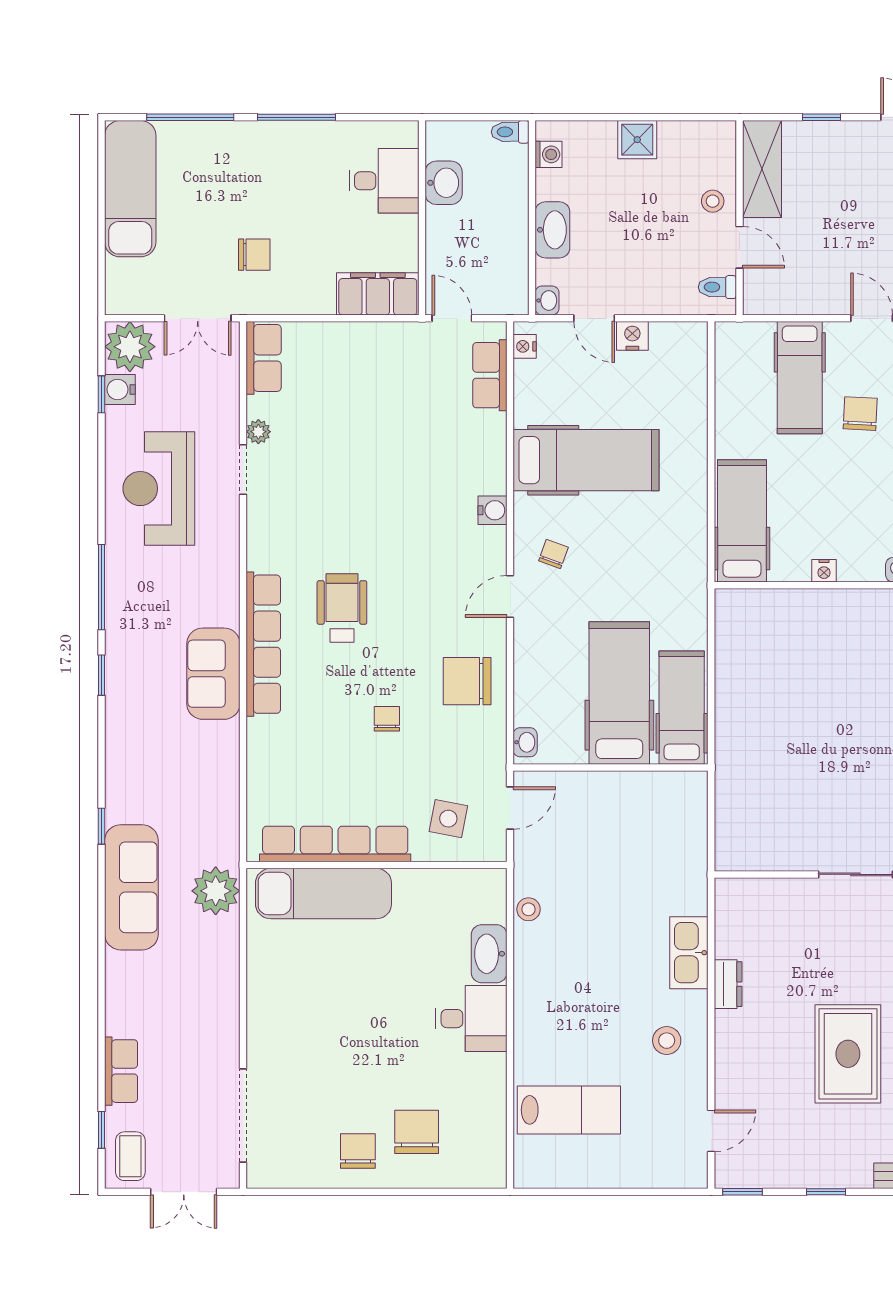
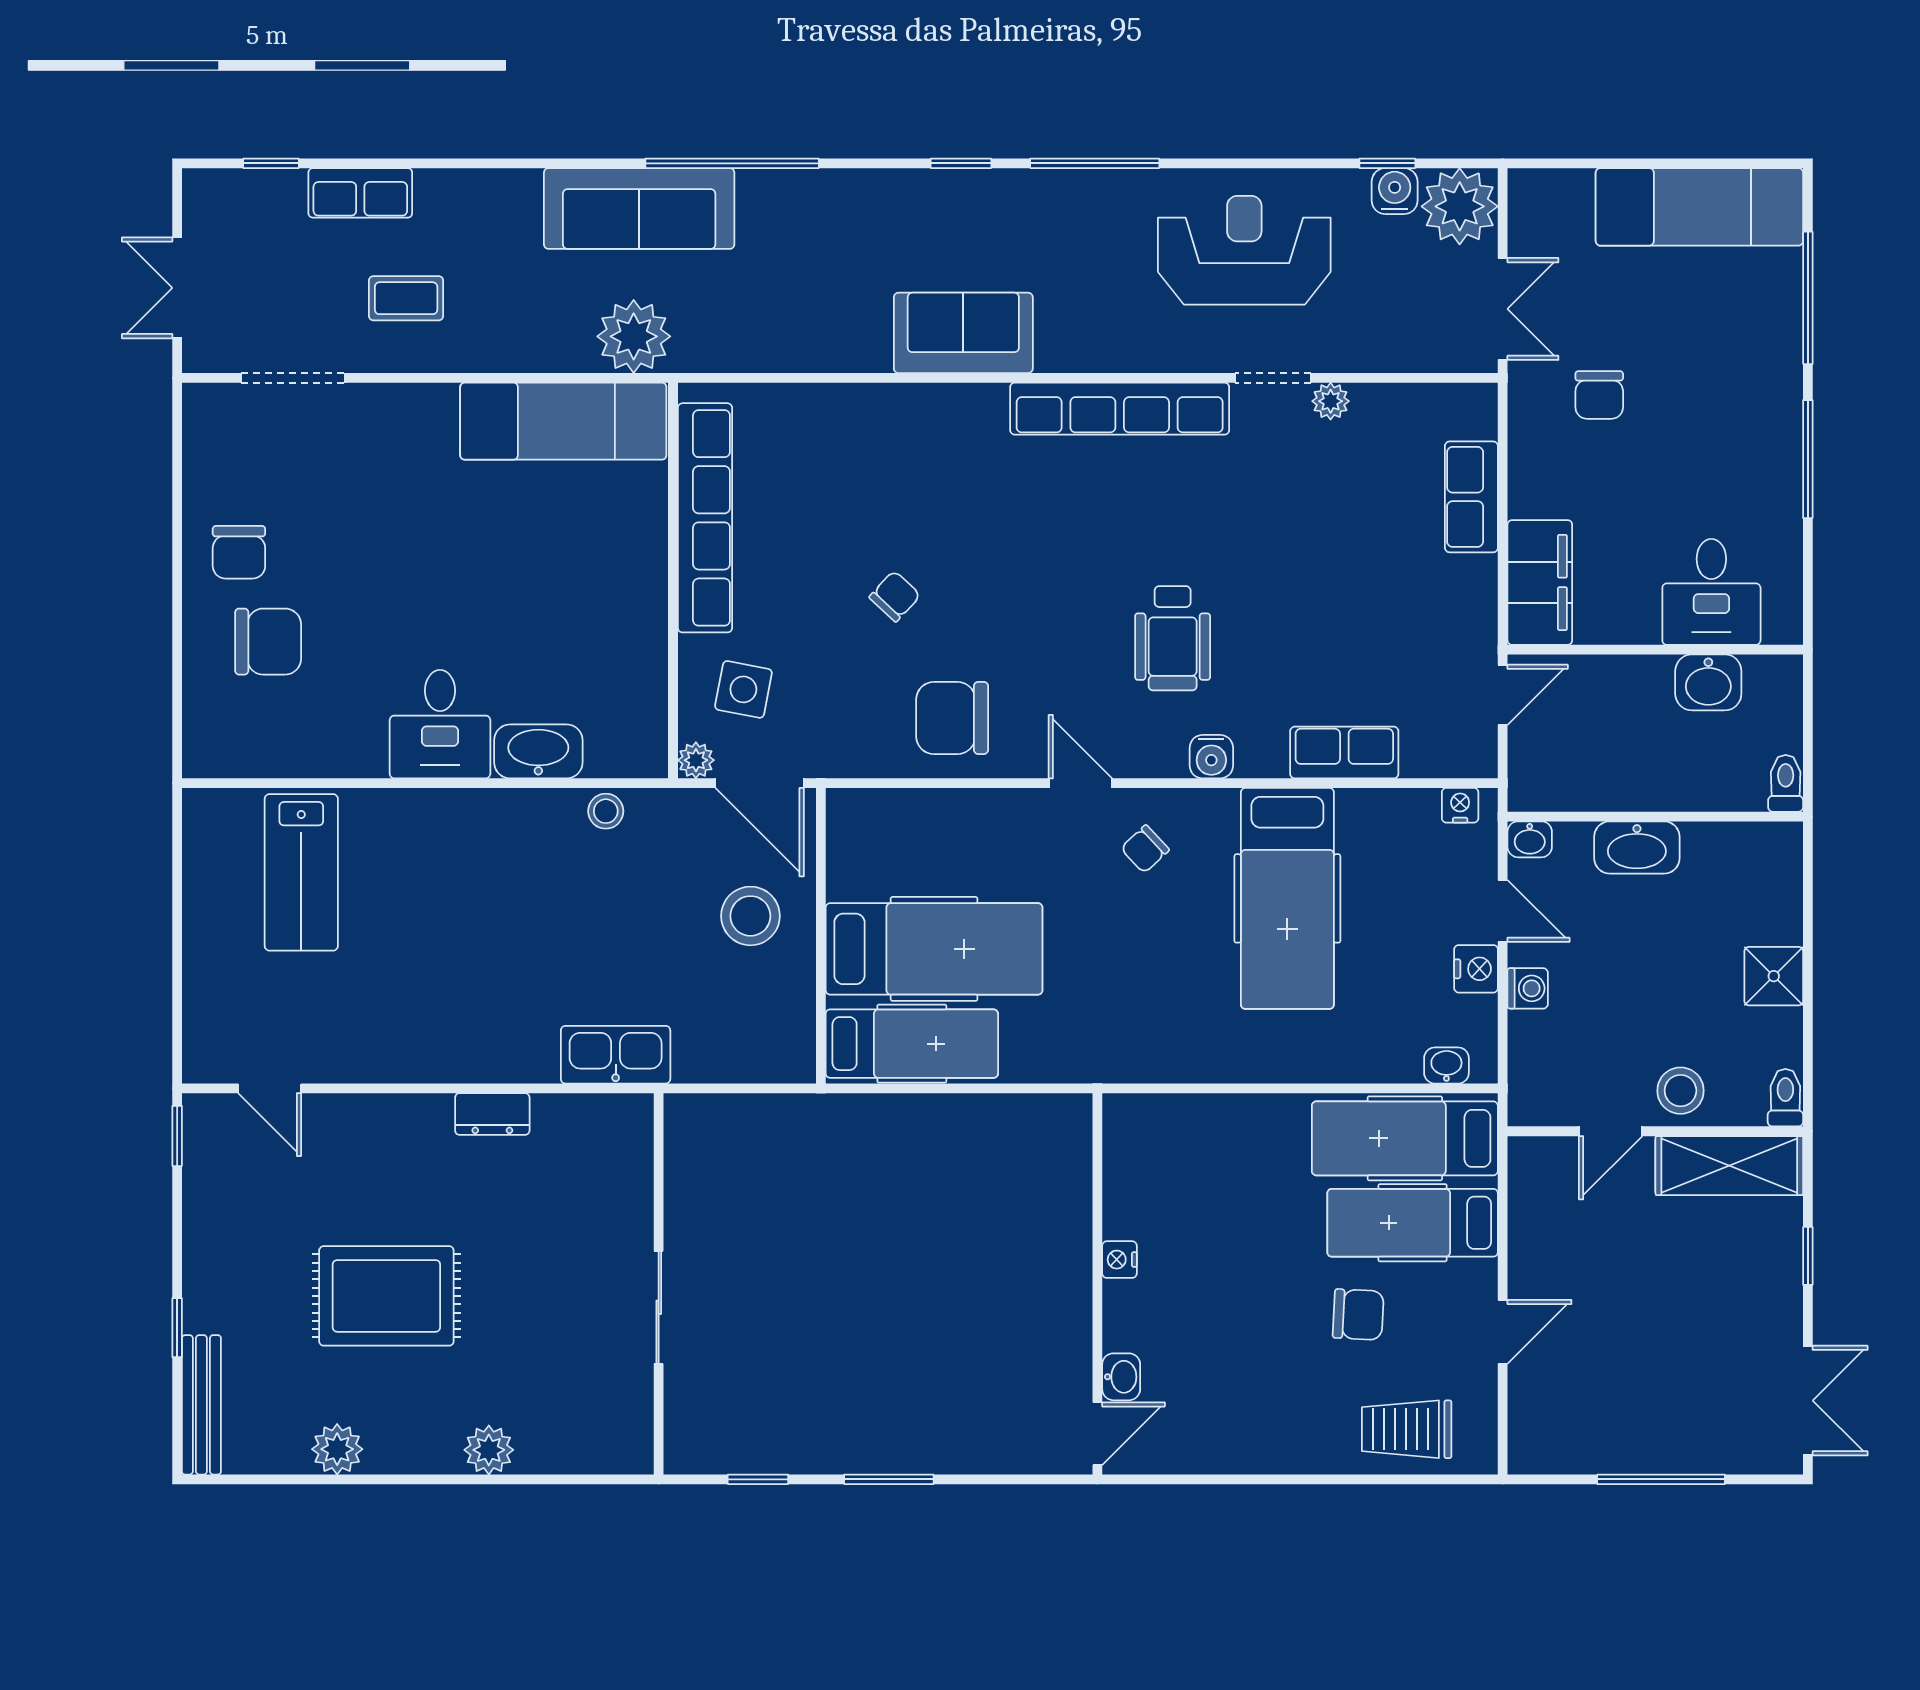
washing machine: (548, 154) -> (1528, 988), moved, turned -90
stool: (713, 201) -> (1680, 1091), width x1.37, depth x1.37
toilet: (717, 287) -> (1785, 1098), moved
double door: (198, 318) -> (1503, 309), swing flipped
door: (594, 318) -> (1503, 911), swing flipped
row of seats: (264, 358) -> (1471, 497), moved, turned 90
row of seats: (490, 375) -> (1344, 753), moved
hospital bed: (742, 521) -> (1405, 1138), moved, turned 180
chair: (553, 554) -> (1145, 849), turned 117
wheelchair: (342, 608) -> (1173, 638), moved, turned 90
row of seats: (263, 644) -> (1120, 409), moved
chair: (467, 681) -> (952, 718), turned -90
chair: (387, 719) -> (895, 596), turned -47
washbasin: (525, 742) -> (1446, 1065), moved, turned 180
door: (510, 808) -> (760, 783), width x1.38
window: (102, 826) -> (732, 163), width x3.17
plant: (495, 850) -> (696, 760), added
exam couch: (323, 894) -> (563, 421), moved, turned -90
kitchen sink: (689, 953) -> (616, 1055), moved
stool: (667, 1041) -> (750, 916), moved, width x1.38, depth x1.38
doorway: (243, 1116) -> (293, 378), width x0.73
chair: (358, 1151) -> (239, 552), turned 90
coffee table: (130, 1156) -> (406, 298), moved
window: (826, 1192) -> (177, 1328), moved

